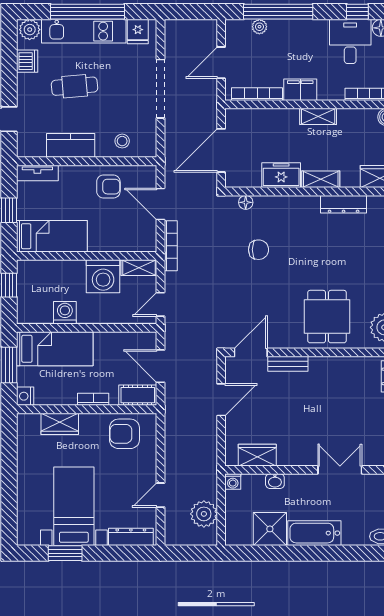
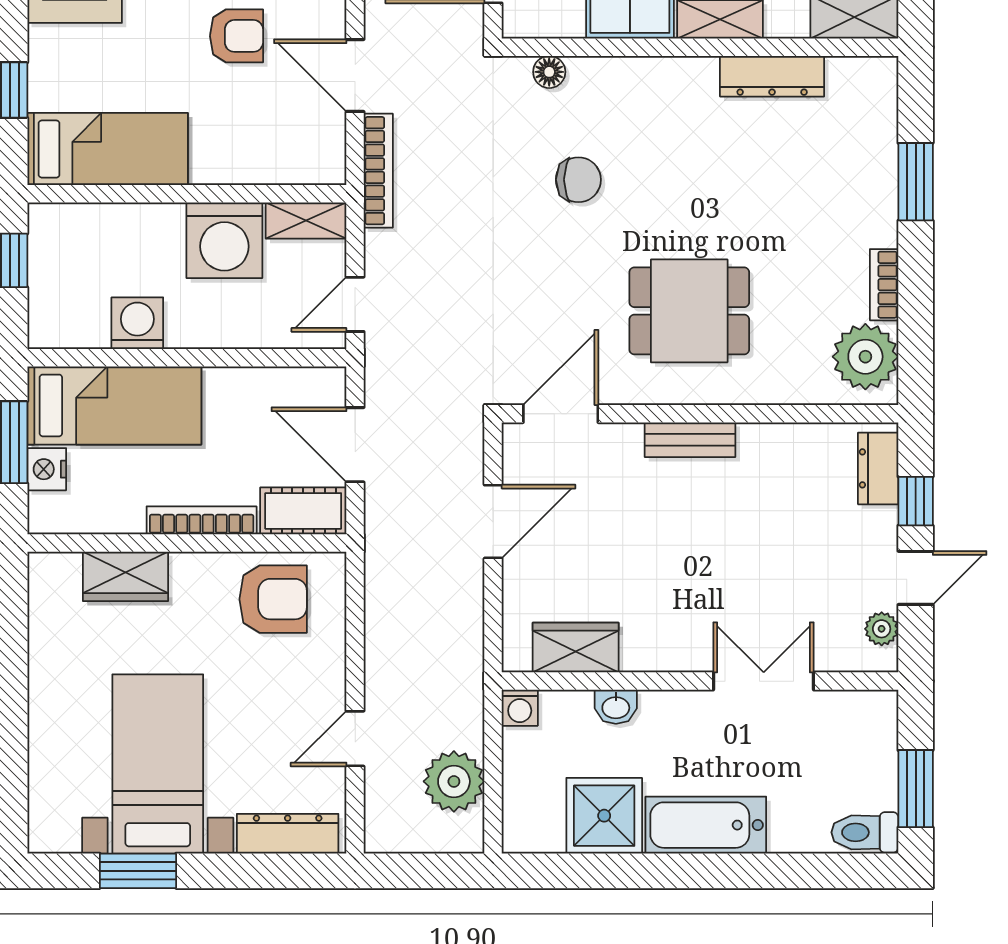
dining table: (327, 317) -> (689, 311), moved, turned 90
bench: (288, 364) -> (690, 440), moved
nightstand: (25, 396) -> (47, 469), moved
bookcase: (93, 399) -> (202, 520), width x1.56
armchair: (124, 434) -> (273, 599), turned 180

